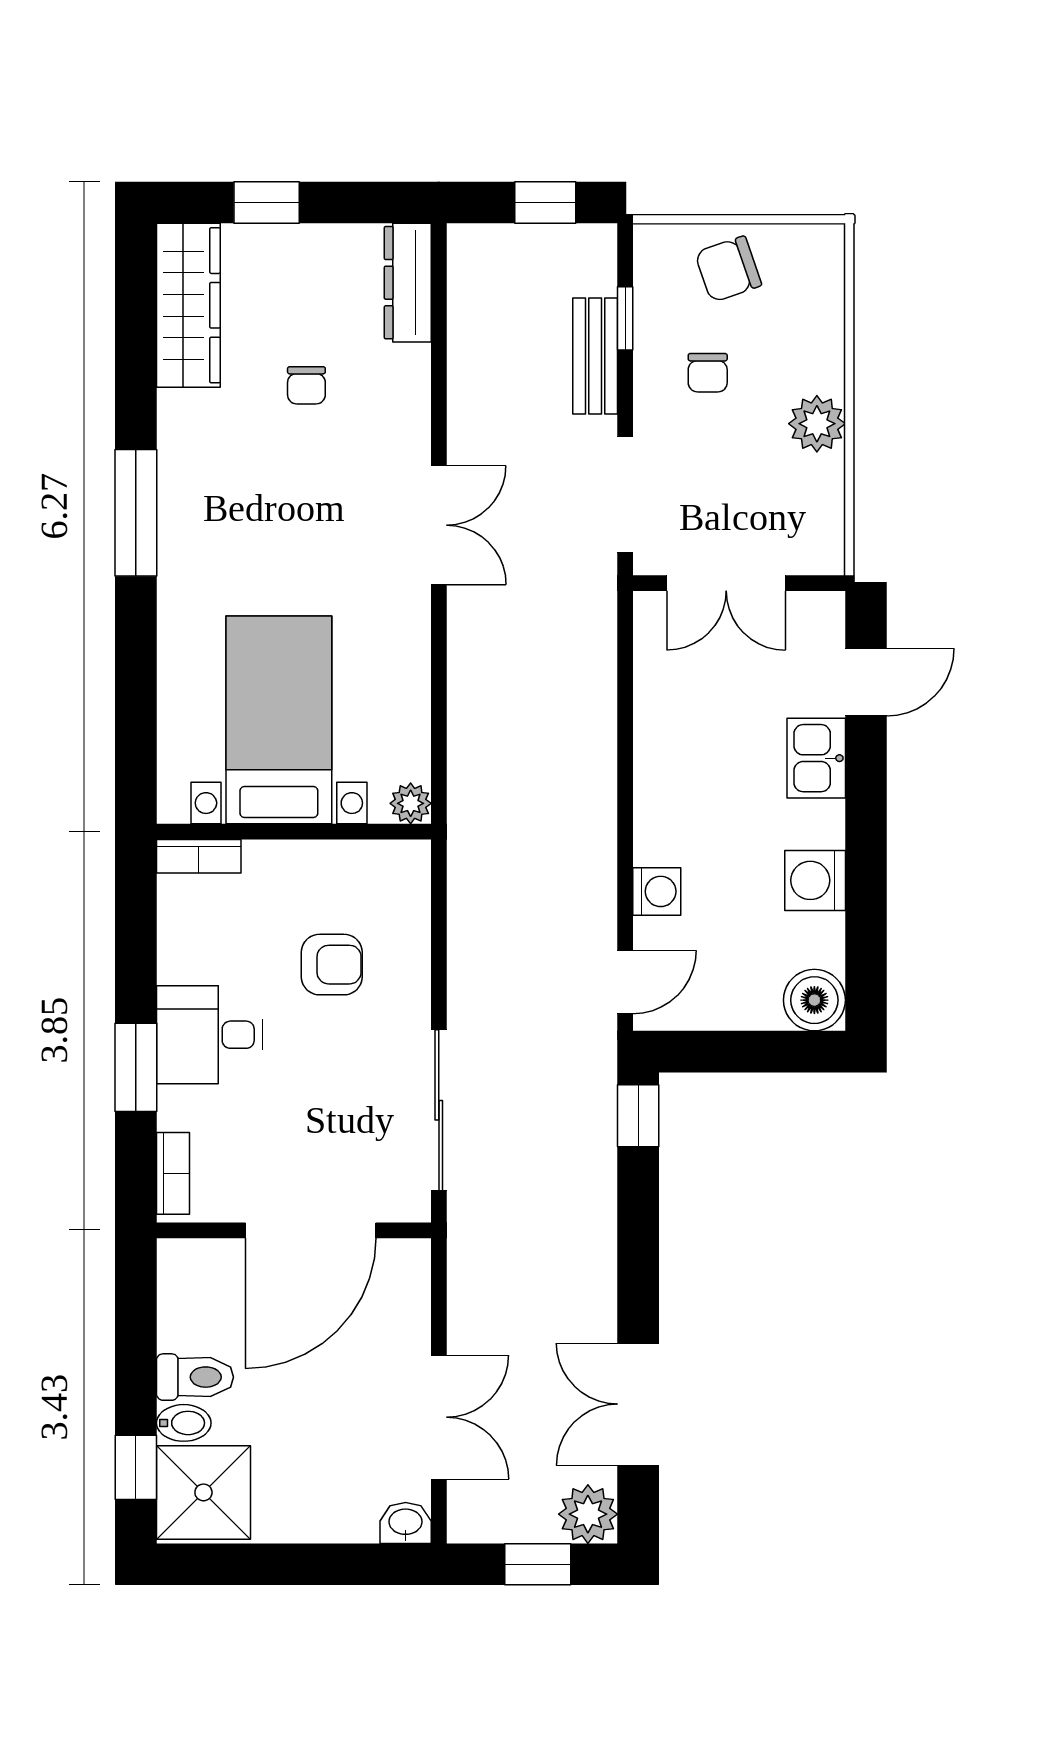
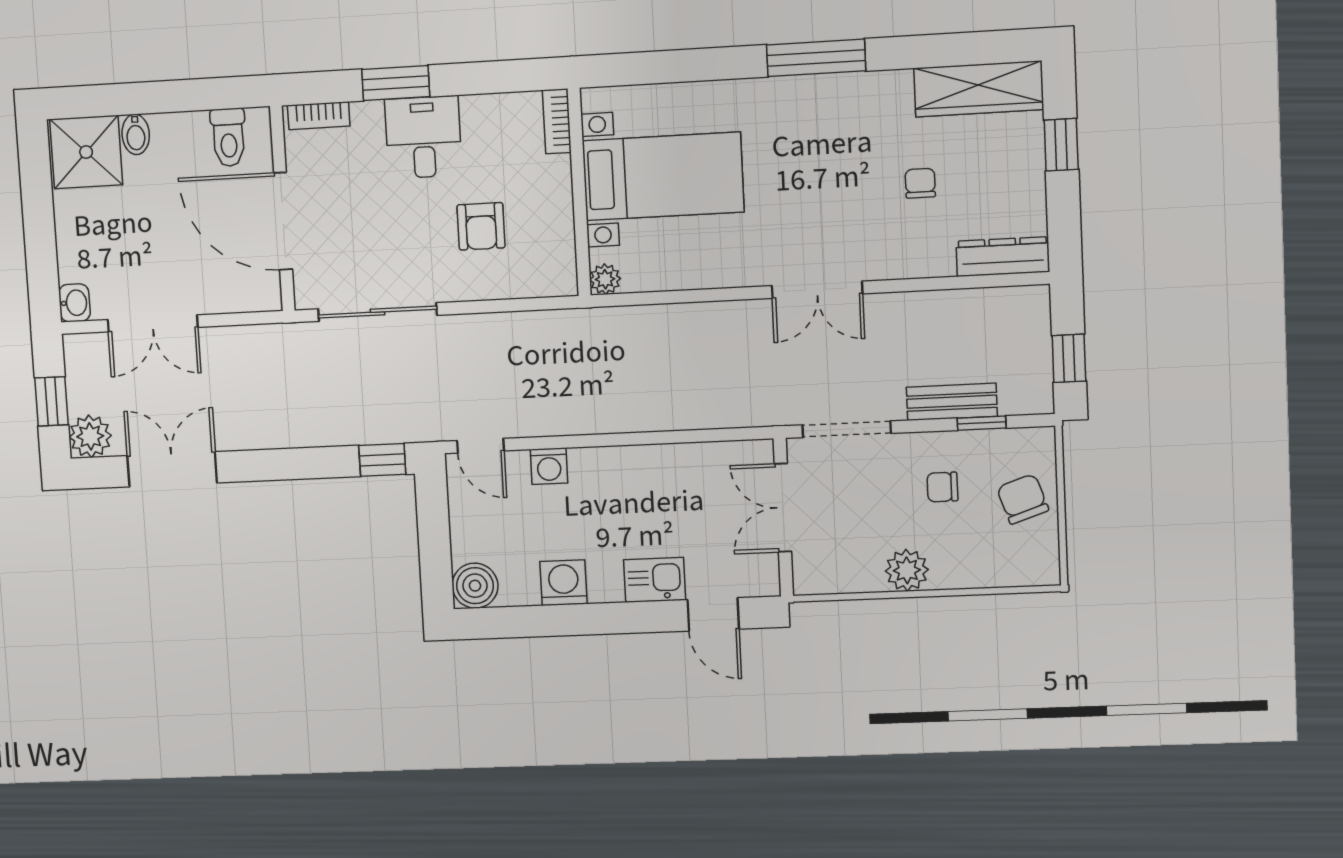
chair: (306, 385) -> (920, 183), turned 90
toilet: (195, 1377) -> (228, 137), moved
window: (136, 1467) -> (101, 101), removed

